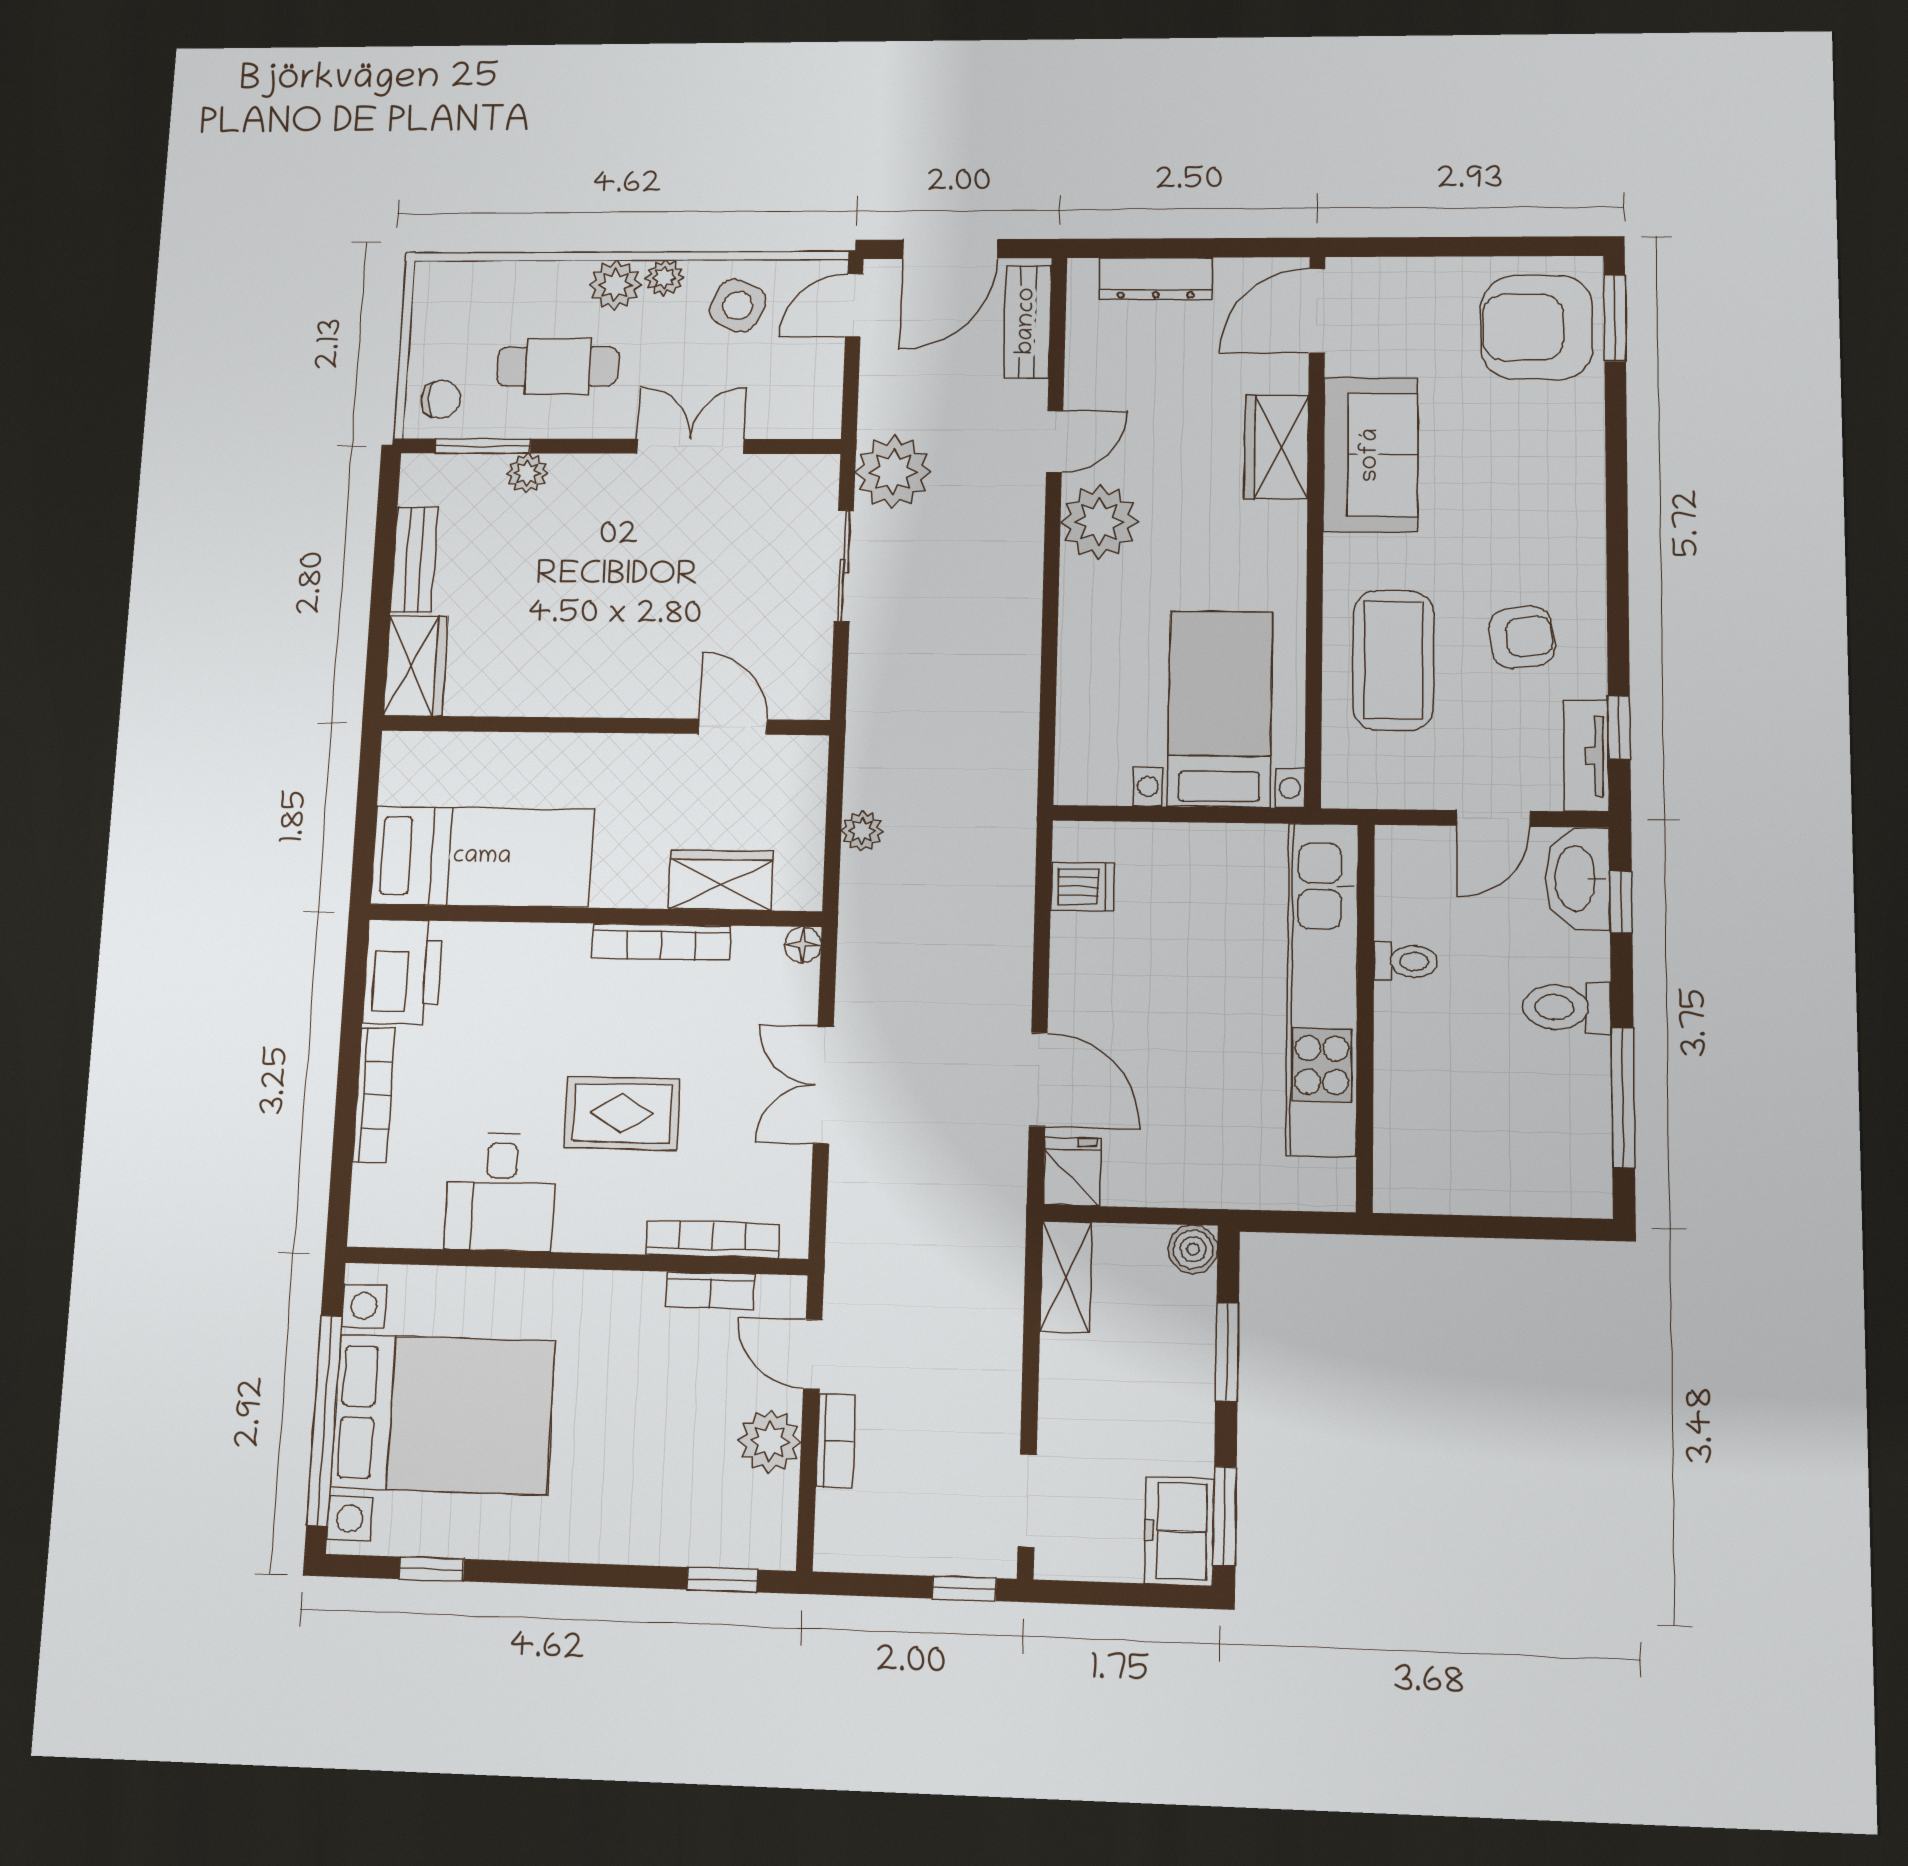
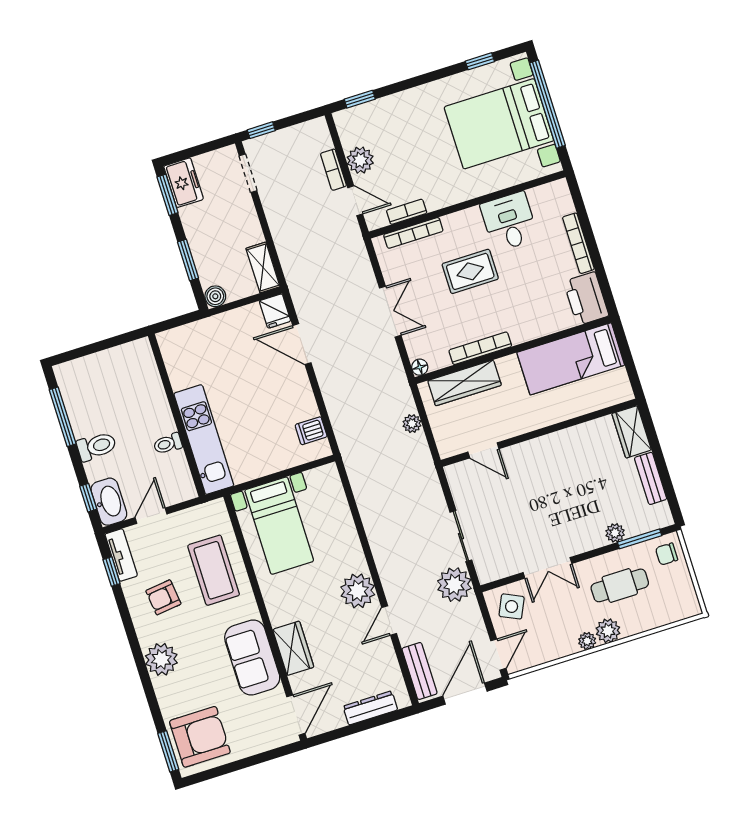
side table: (738, 305) -> (512, 606), moved
plant: (1568, 510) -> (161, 659), added
wardrobe: (721, 880) -> (465, 383), width x1.50
kitchen unit: (1322, 988) -> (204, 440), width x0.73

